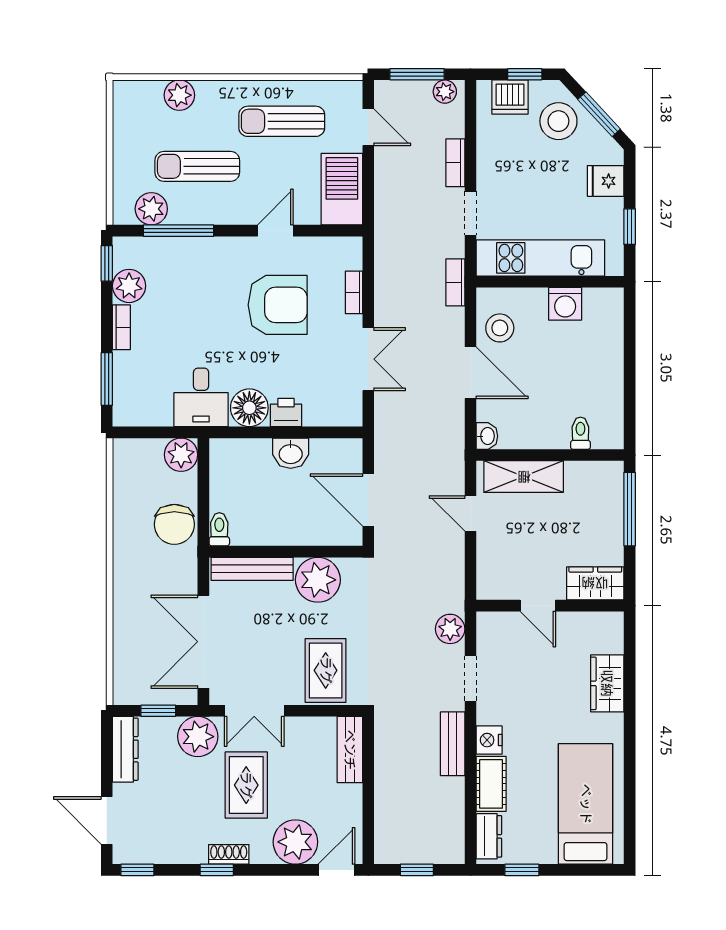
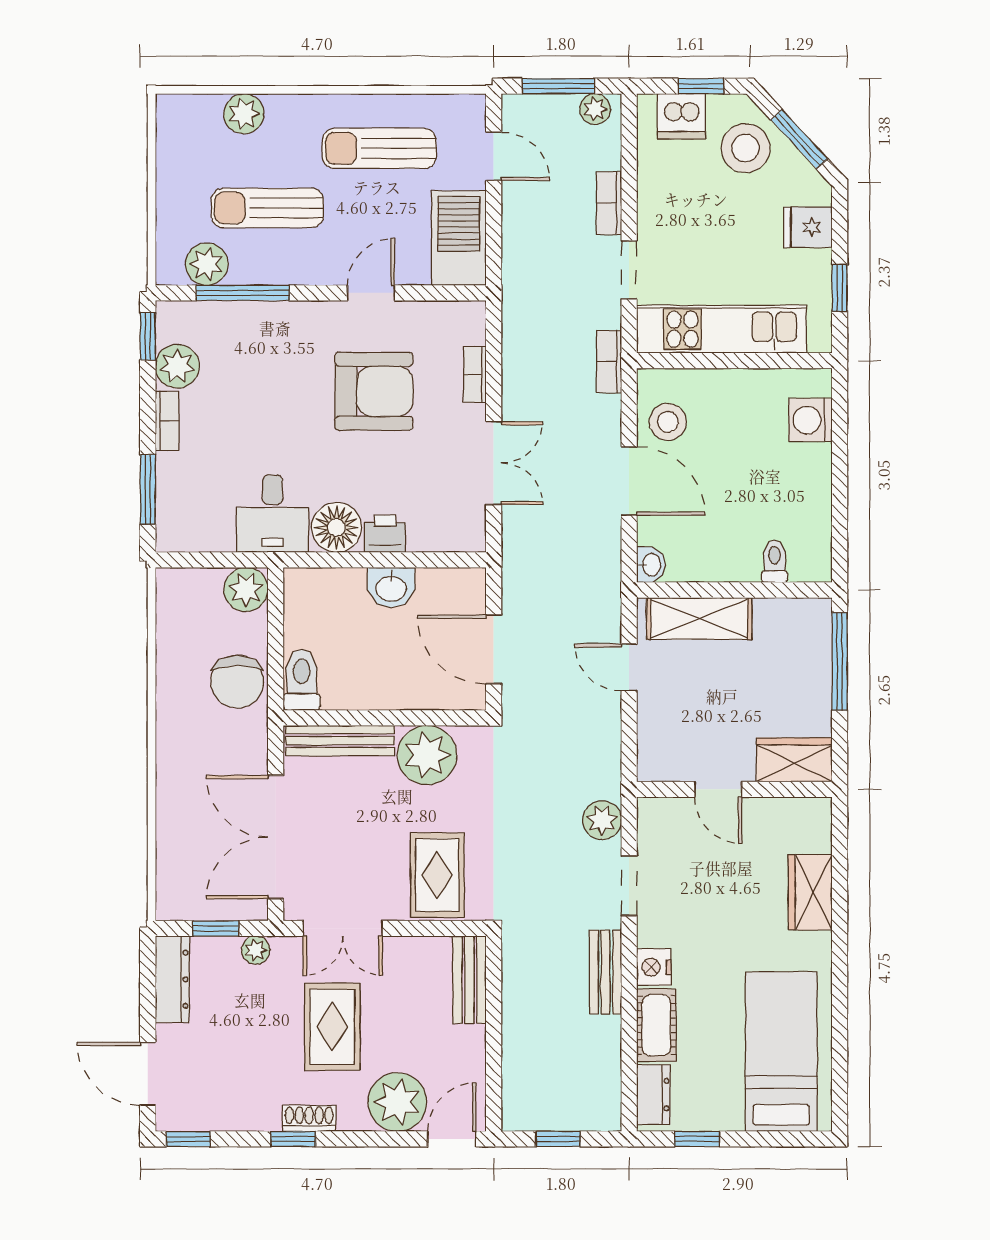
washing machine: (565, 304) -> (810, 420), moved, turned 90
toilet: (219, 529) -> (302, 680), width x1.37, depth x1.39
plant: (198, 737) -> (256, 950), width x0.53, depth x0.53

